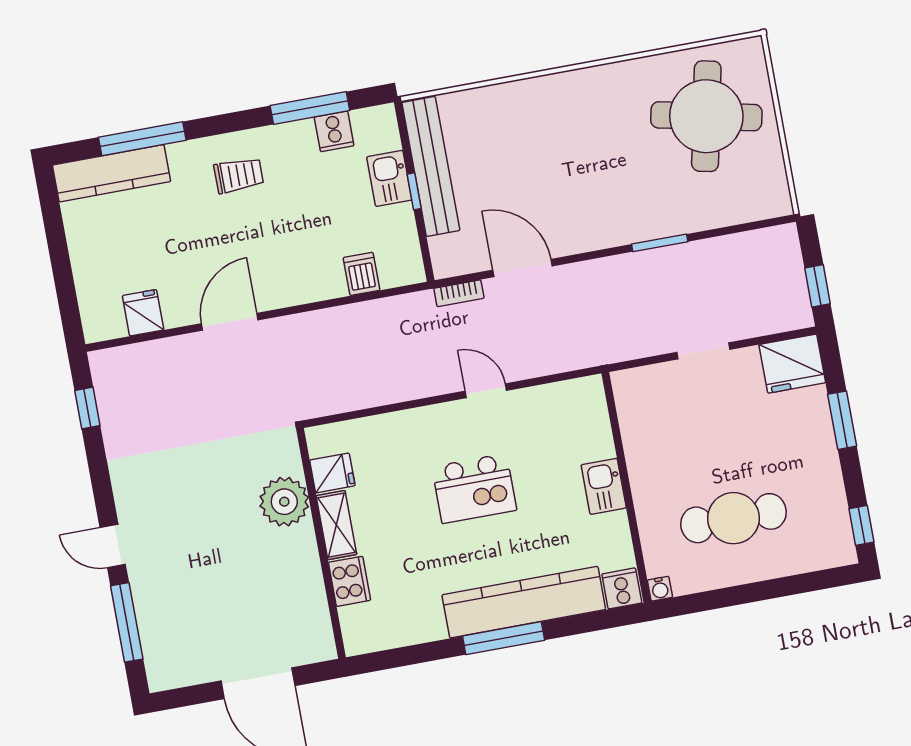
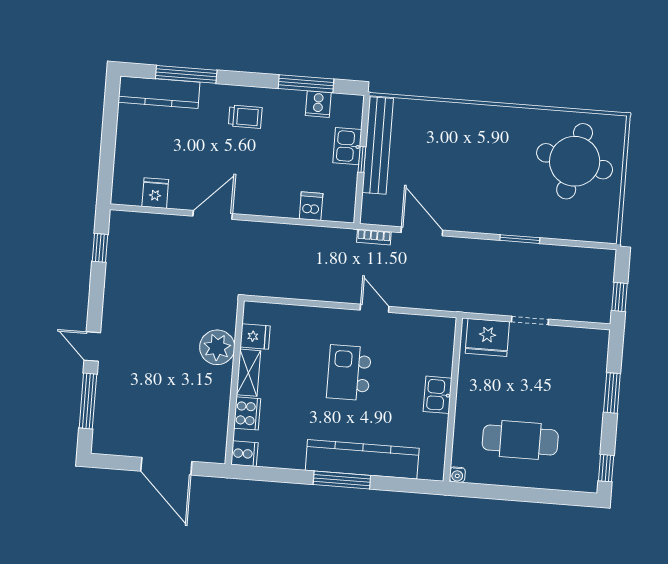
fridge: (792, 364) -> (487, 337), moved
kitchen island: (474, 488) -> (349, 373), turned 90
cooker: (622, 588) -> (244, 454), moved, turned 90

